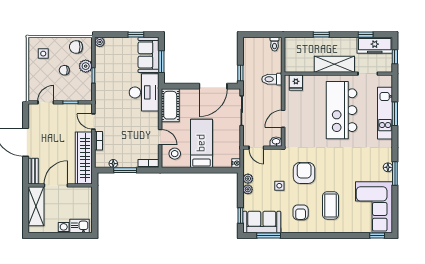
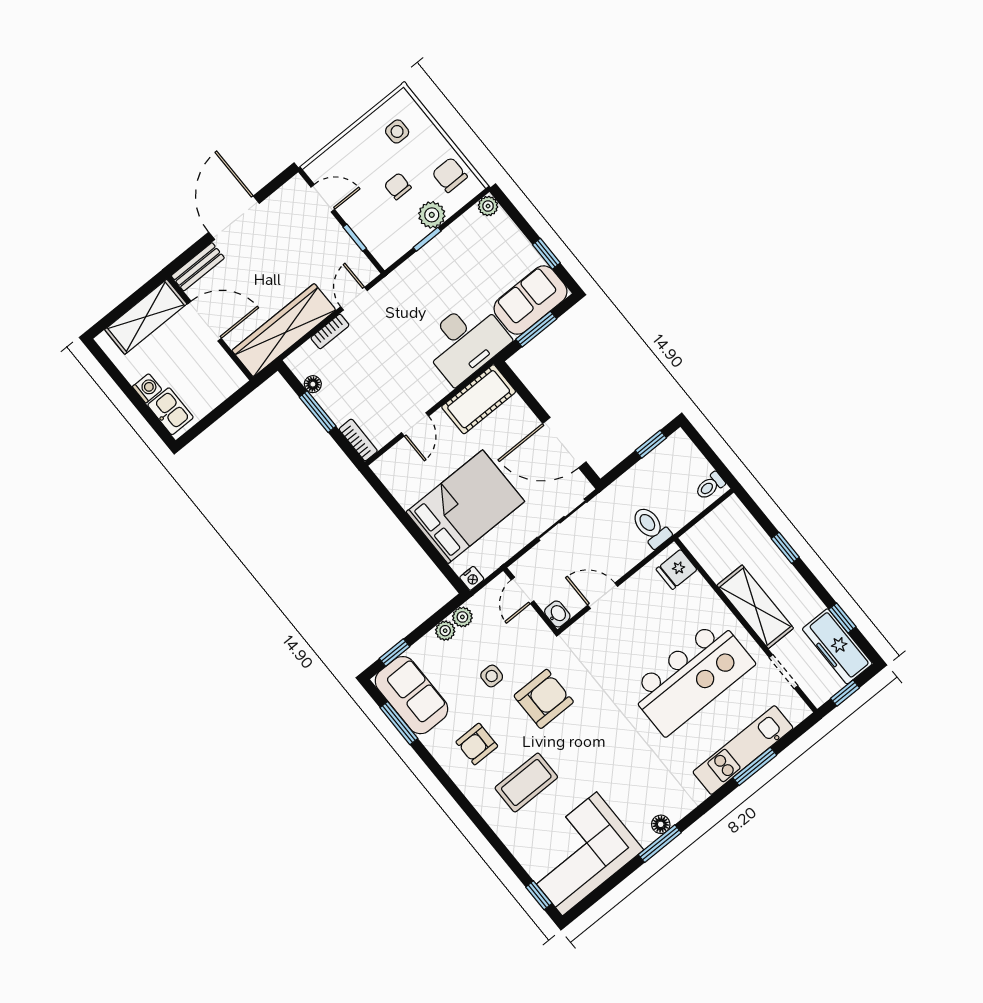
window: (240, 73) -> (651, 444), moved
kitchen island: (342, 110) -> (692, 677), turned 180
bed: (201, 143) -> (465, 507), width x1.50
stool: (175, 154) -> (408, 469), removed

